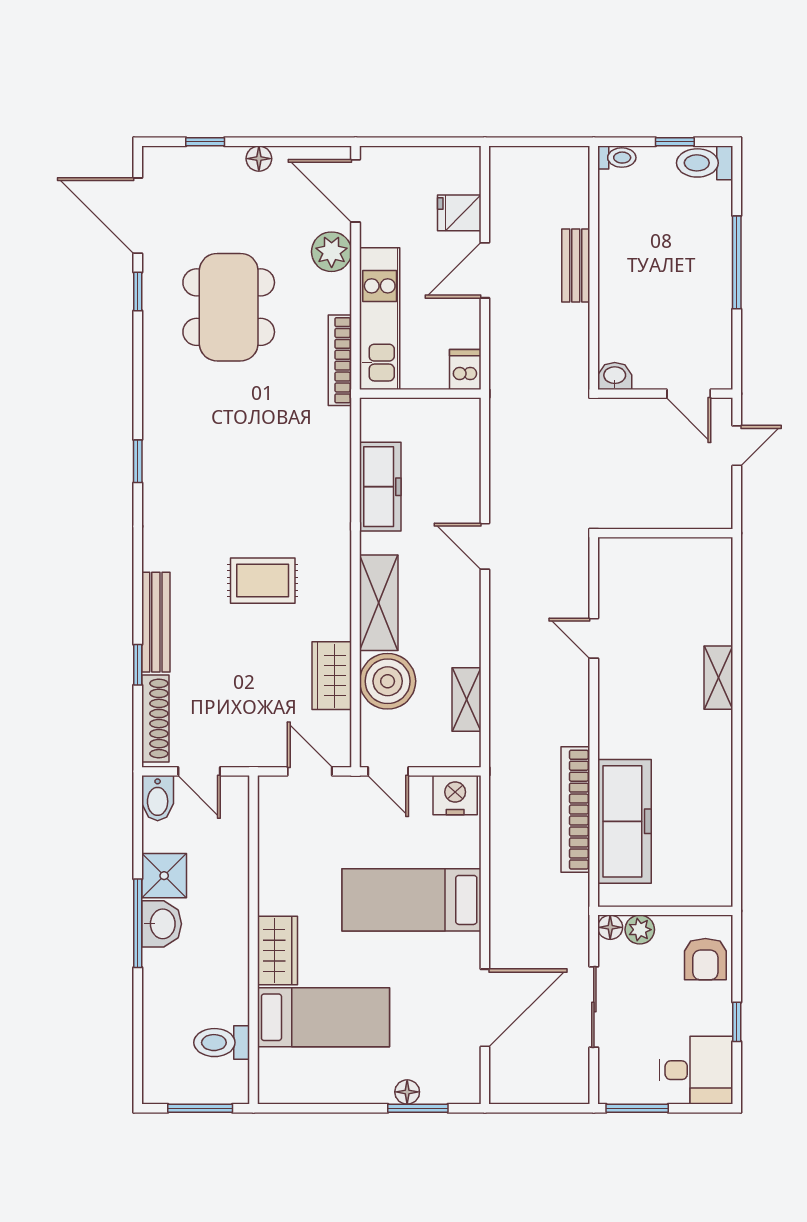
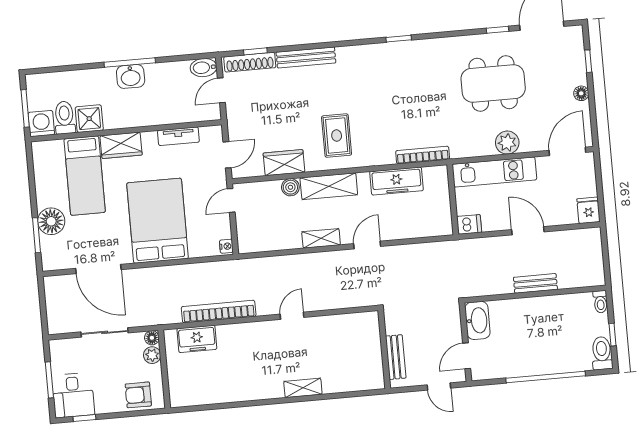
fridge: (459, 213) -> (588, 210), moved
plant: (332, 252) -> (507, 143), moved
window: (737, 262) -> (546, 377), width x1.46
bookcase: (340, 360) -> (423, 155), moved
washbasin: (615, 376) -> (477, 320), width x1.91, depth x1.45
bench: (680, 515) -> (396, 357), added
rug: (263, 581) -> (337, 136), moved
door: (594, 638) -> (292, 316), moved
window: (138, 665) -> (255, 51), moved
boiler: (388, 681) -> (290, 187), width x0.54, depth x0.54
shelving: (466, 699) -> (321, 238), moved
nightstand: (455, 795) -> (226, 246), width x0.53, depth x0.56
freezer: (624, 821) -> (197, 339), width x0.52, depth x0.79
tv unit: (271, 851) -> (178, 136), added
shower: (164, 876) -> (89, 119), moved
bed: (411, 900) -> (158, 221), width x1.50
window: (737, 1022) -> (84, 418), moved
washing machine: (228, 1083) -> (41, 124), added
floor lamp: (407, 1092) -> (51, 221), width x1.89, depth x1.89
window: (637, 1108) -> (49, 380), moved

